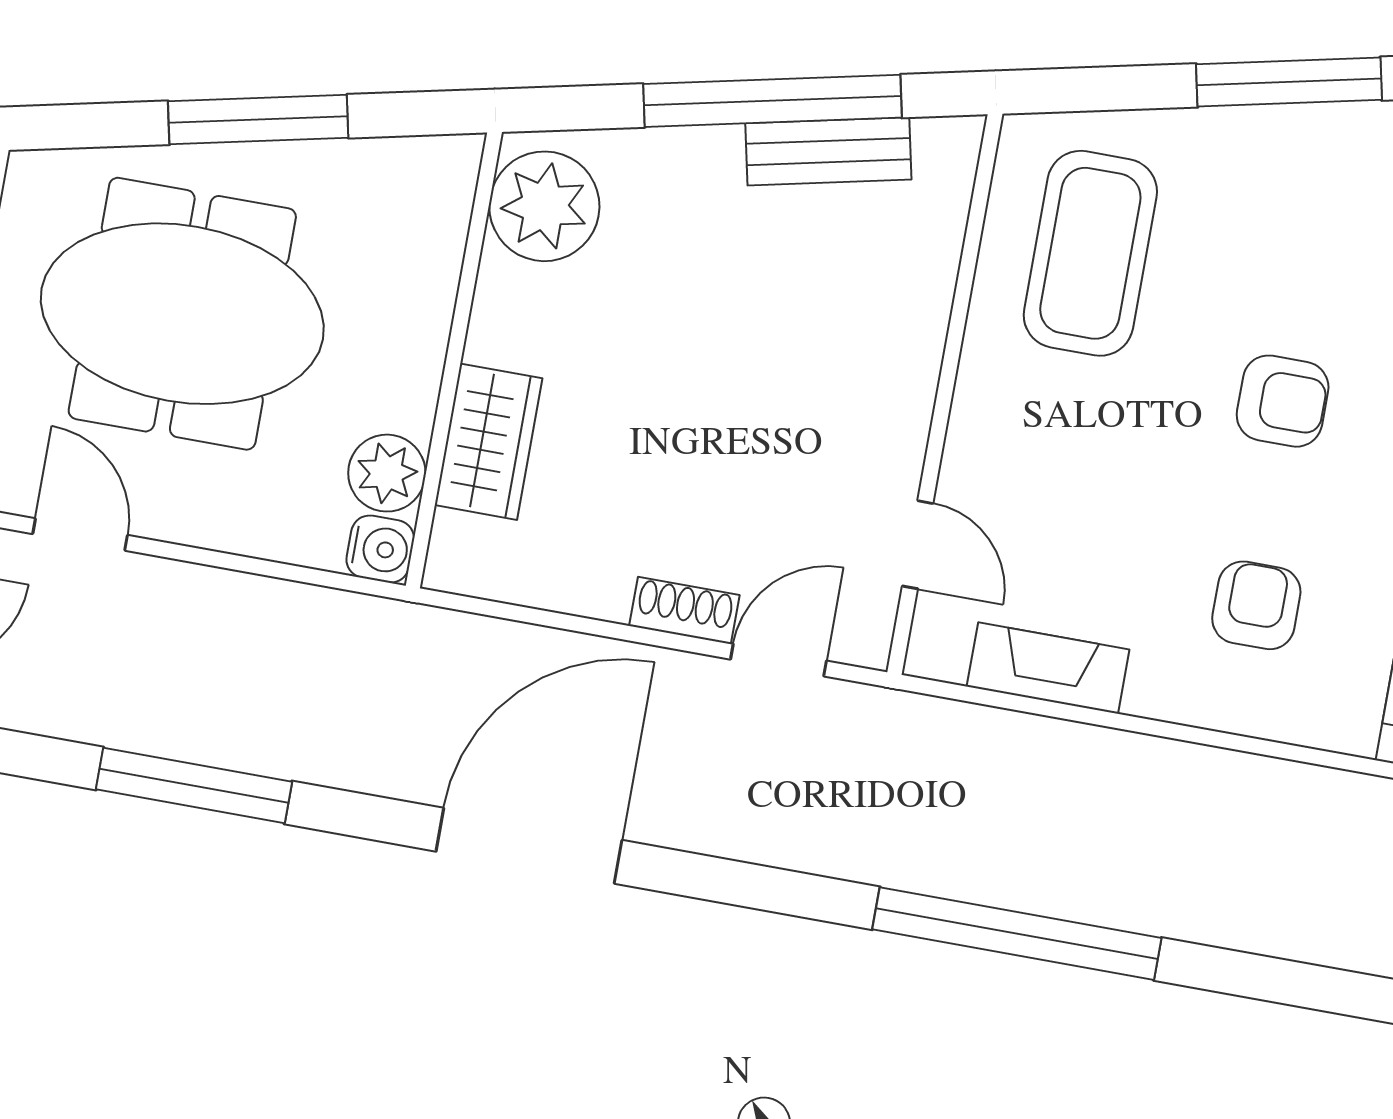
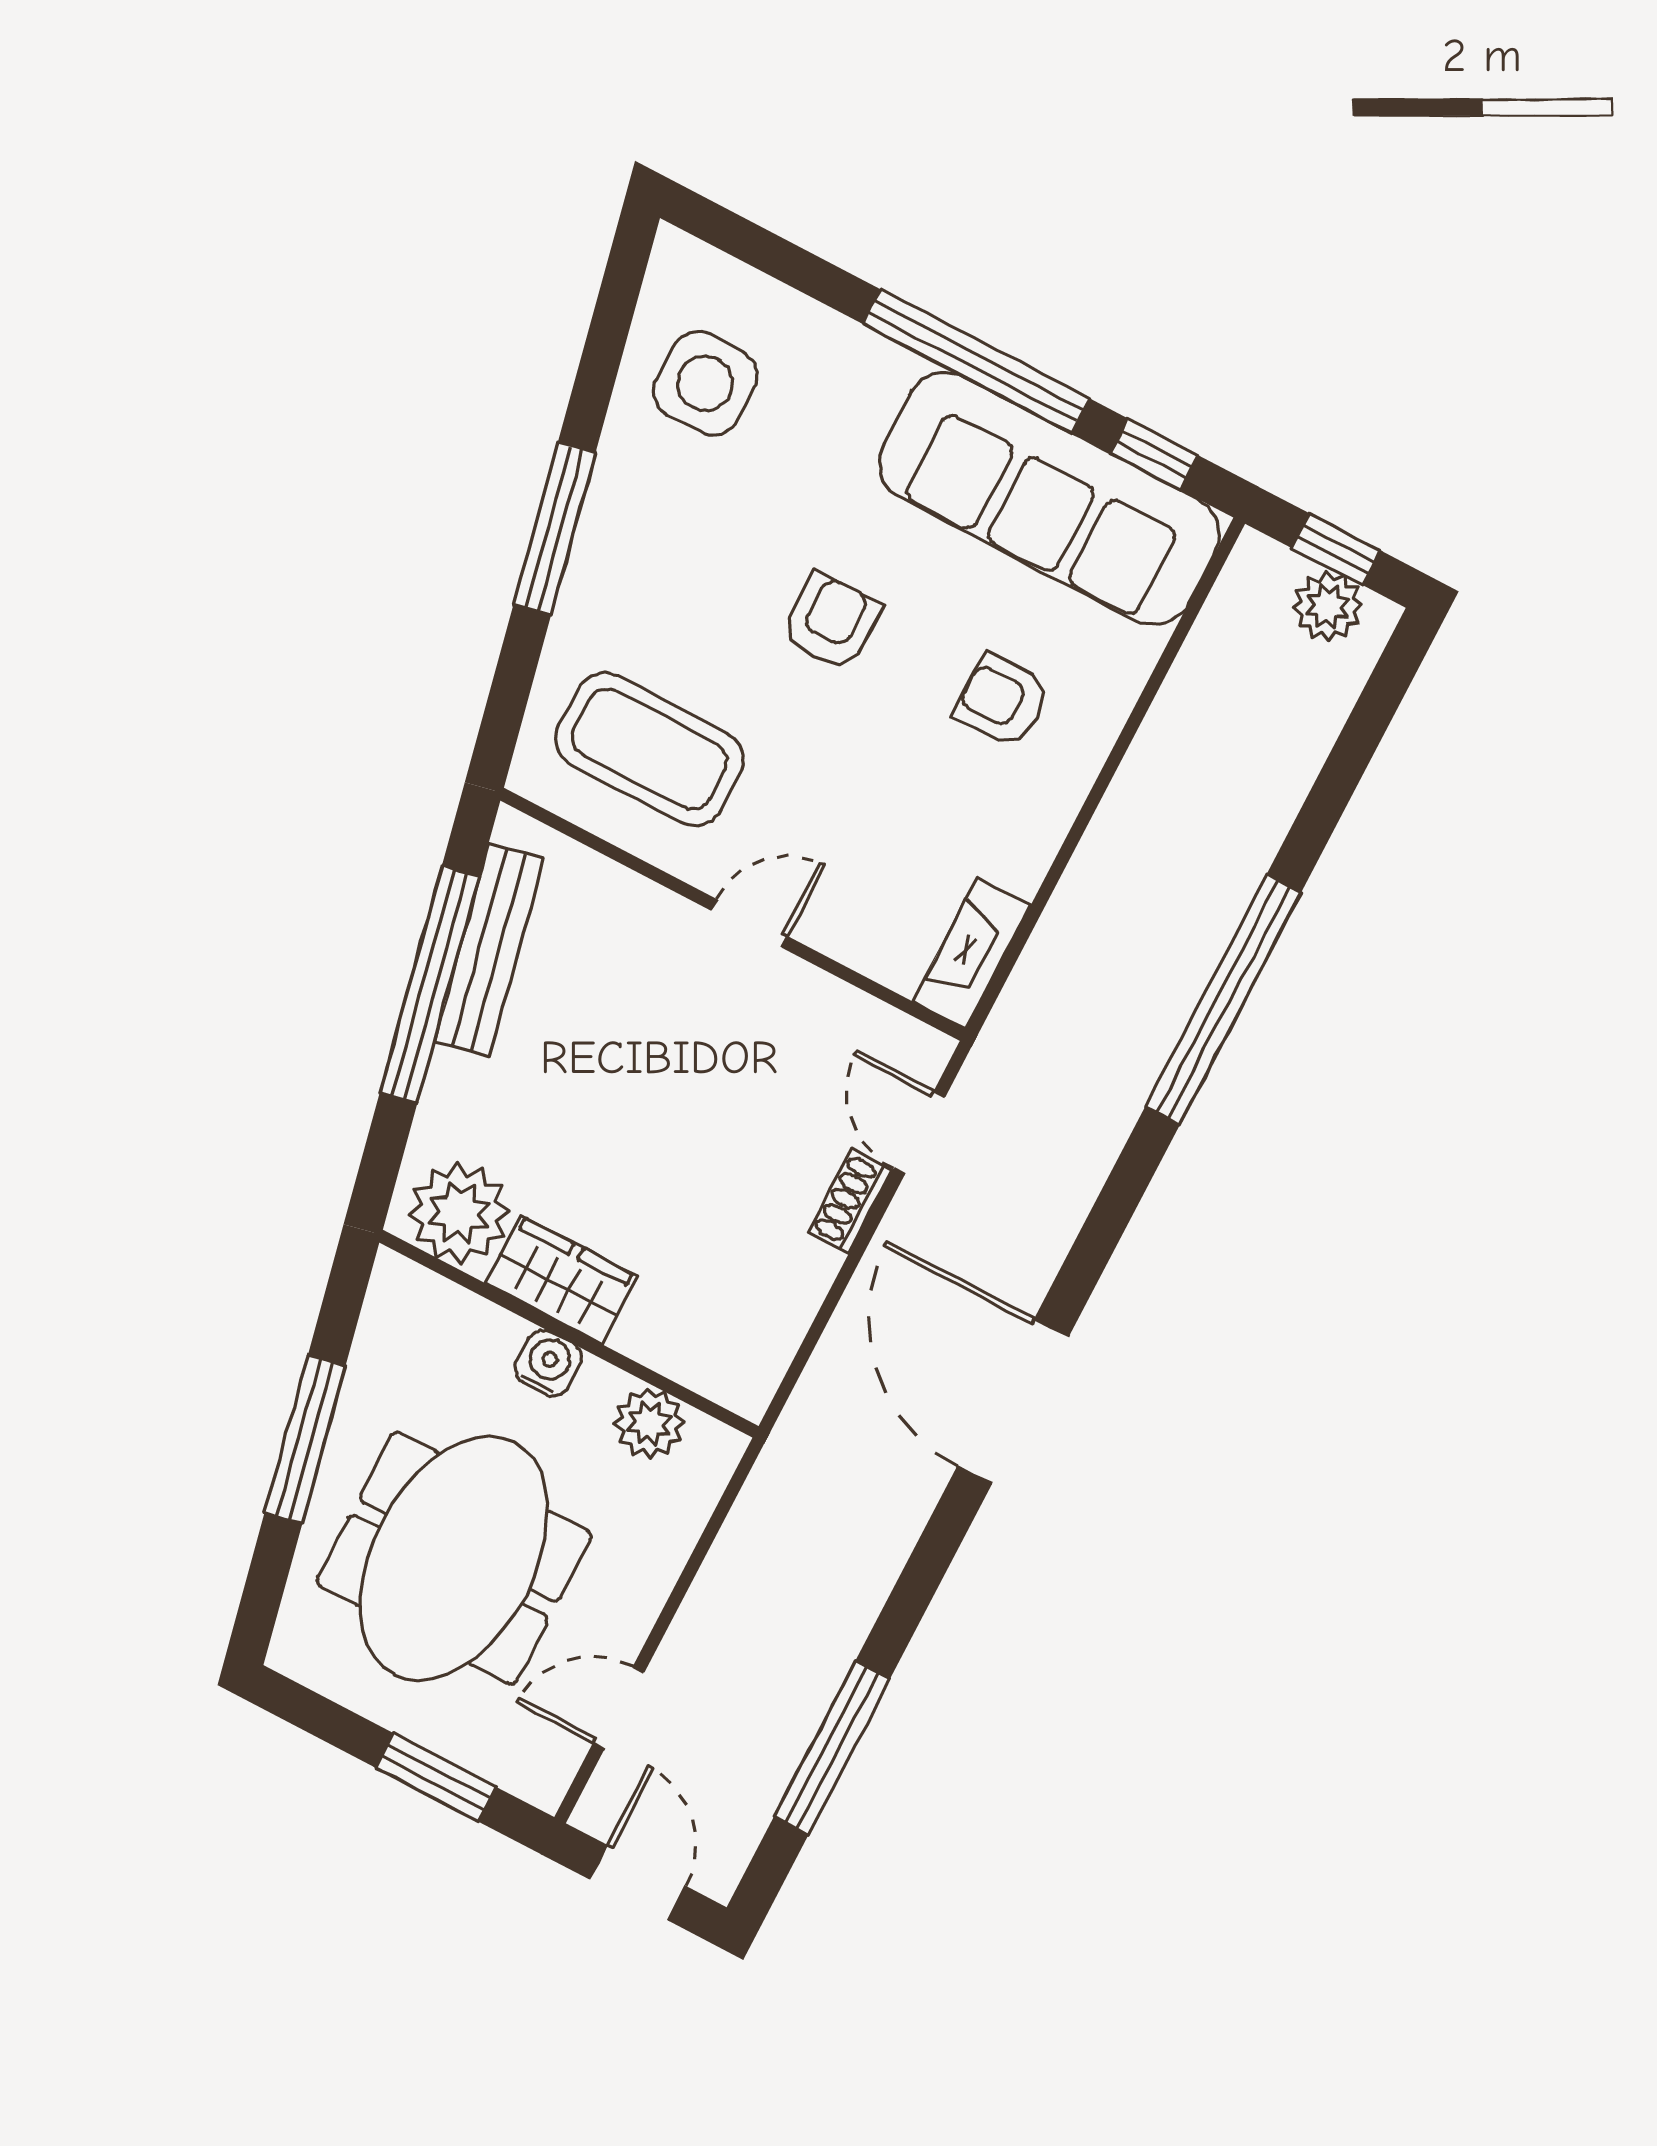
bench: (828, 151) -> (489, 950), width x1.36
wardrobe: (489, 442) -> (561, 1280), moved
door: (918, 545) -> (749, 924), moved
water cooler: (380, 549) -> (548, 1363), moved
fireplace: (1048, 668) -> (972, 953), moved
window: (194, 786) -> (832, 1748), moved

